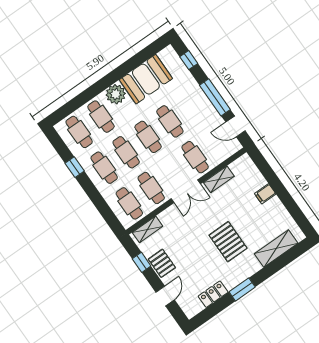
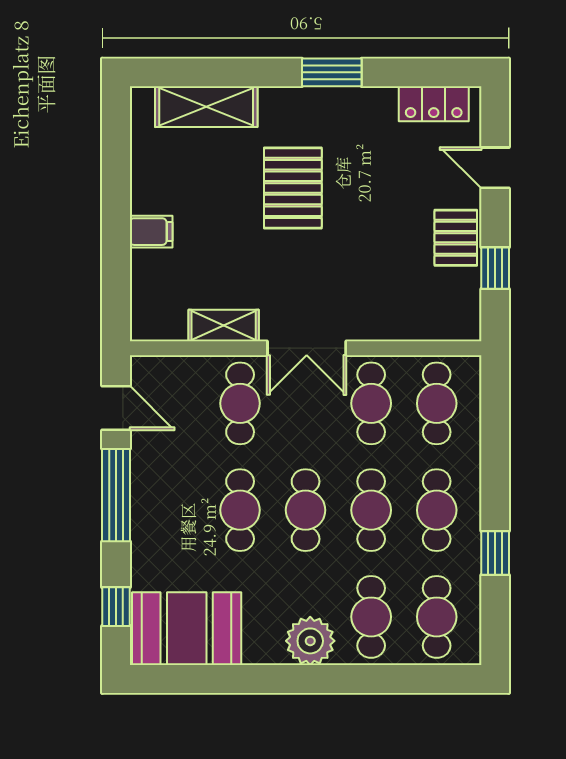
booth: (146, 79) -> (187, 629), moved
double door: (186, 191) -> (307, 348), swing flipped
shelving: (148, 229) -> (437, 326), removed
locker: (213, 294) -> (434, 104), moved
door: (165, 296) -> (495, 168), hinge flipped

